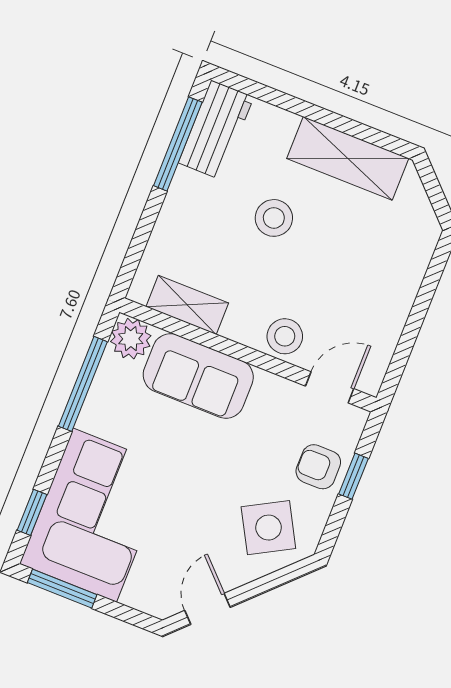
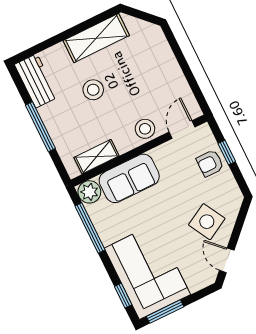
window: (178, 144) -> (40, 127), moved
side table: (268, 528) -> (207, 222), moved

